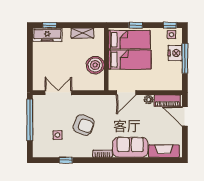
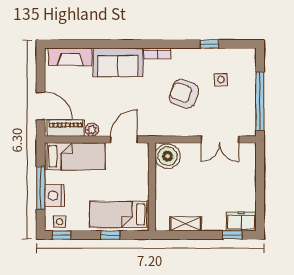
freezer: (47, 35) -> (241, 221), width x0.71
bed: (130, 60) -> (75, 156), moved, turned 180
boiler: (95, 65) -> (168, 156), moved

